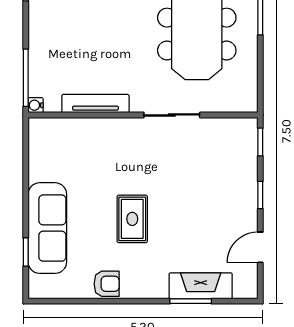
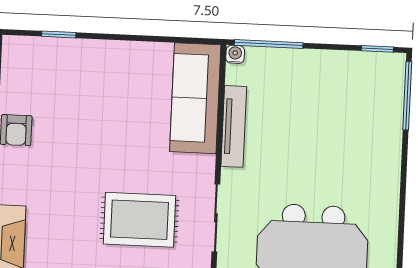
rug: (132, 219) -> (139, 220), moved, width x1.36, depth x1.43
sofa: (47, 228) -> (195, 98), moved, turned 90

